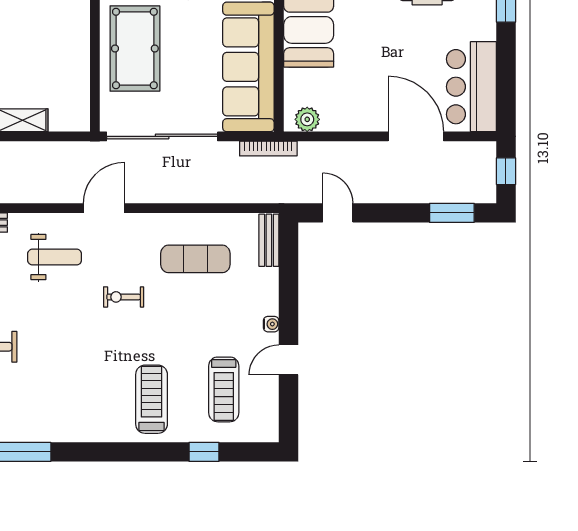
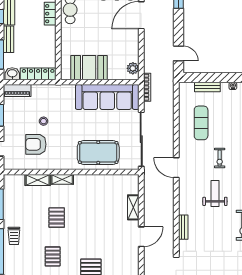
door: (338, 213) -> (179, 53), swing flipped
bench: (269, 240) -> (207, 87), moved
weight bench: (55, 257) -> (215, 193), moved

